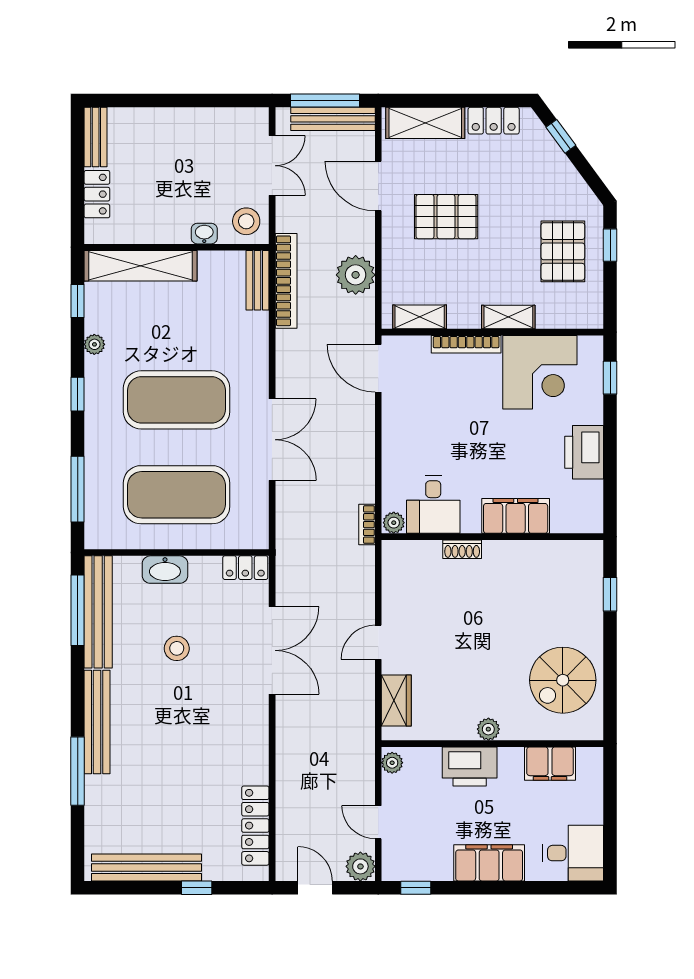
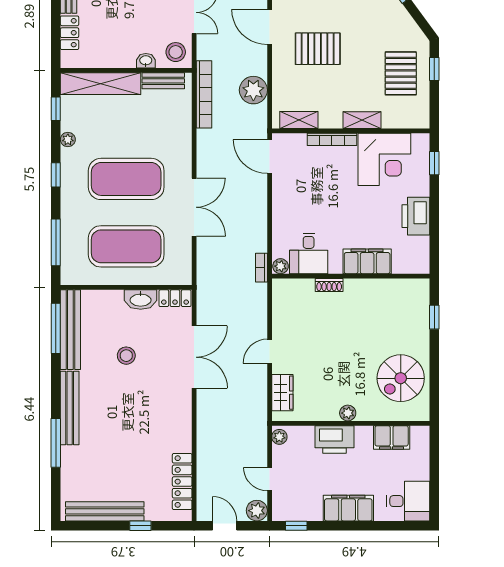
bench: (258, 280) -> (163, 81), moved, turned 90
washbasin: (165, 570) -> (141, 300), moved

